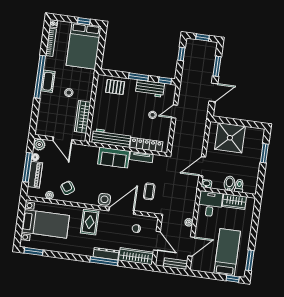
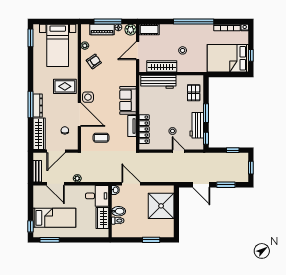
cot: (48, 81) -> (149, 30), moved
workbench: (111, 138) -> (158, 82), moved, turned 90

